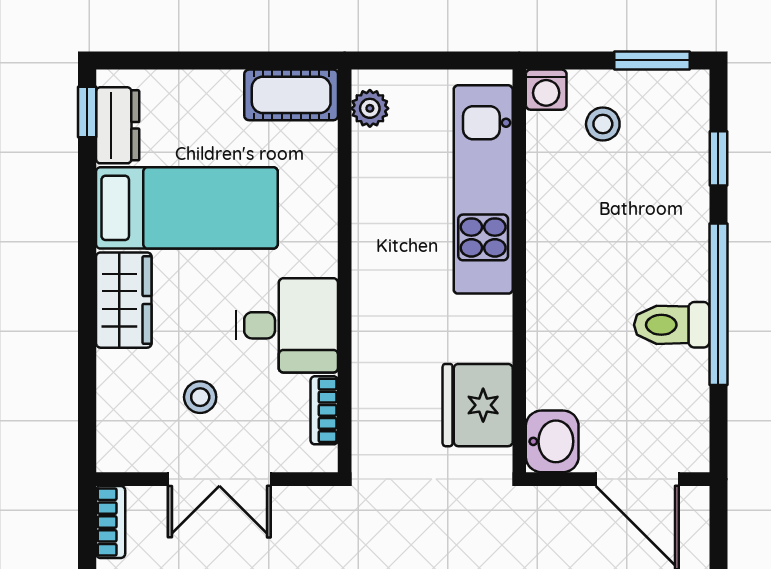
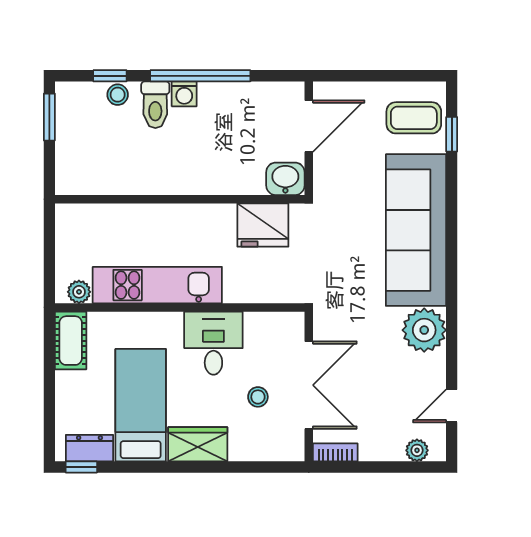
washing machine: (546, 90) -> (184, 94), moved, turned 90
stool: (603, 124) -> (118, 95), moved
kitchen unit: (483, 189) -> (157, 285), moved, turned 180
toilet: (672, 325) -> (155, 105), moved
bookcase: (324, 410) -> (266, 320), removed
double door: (219, 479) -> (309, 385), width x1.37

